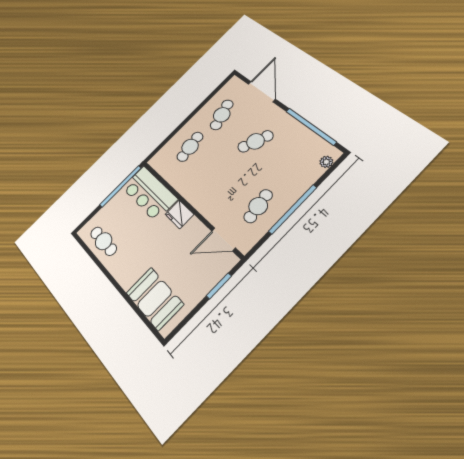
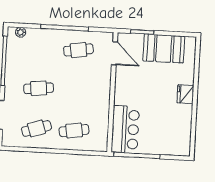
cafe table: (255, 141) -> (39, 88), turned -30
fridge: (179, 214) -> (185, 94), moved, turned 180
cafe table: (104, 241) -> (179, 131), removed
booth: (155, 299) -> (164, 49), moved, turned 90

